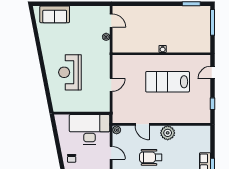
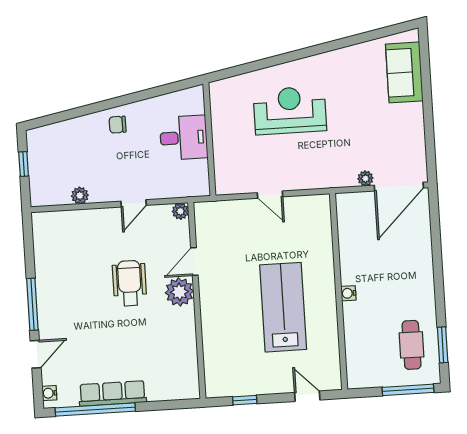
cafe table: (190, 19) -> (412, 345), added
door: (111, 20) -> (399, 187), width x1.88
desk: (90, 129) -> (184, 138), width x0.53, depth x0.77
plant: (168, 133) -> (179, 292), moved

